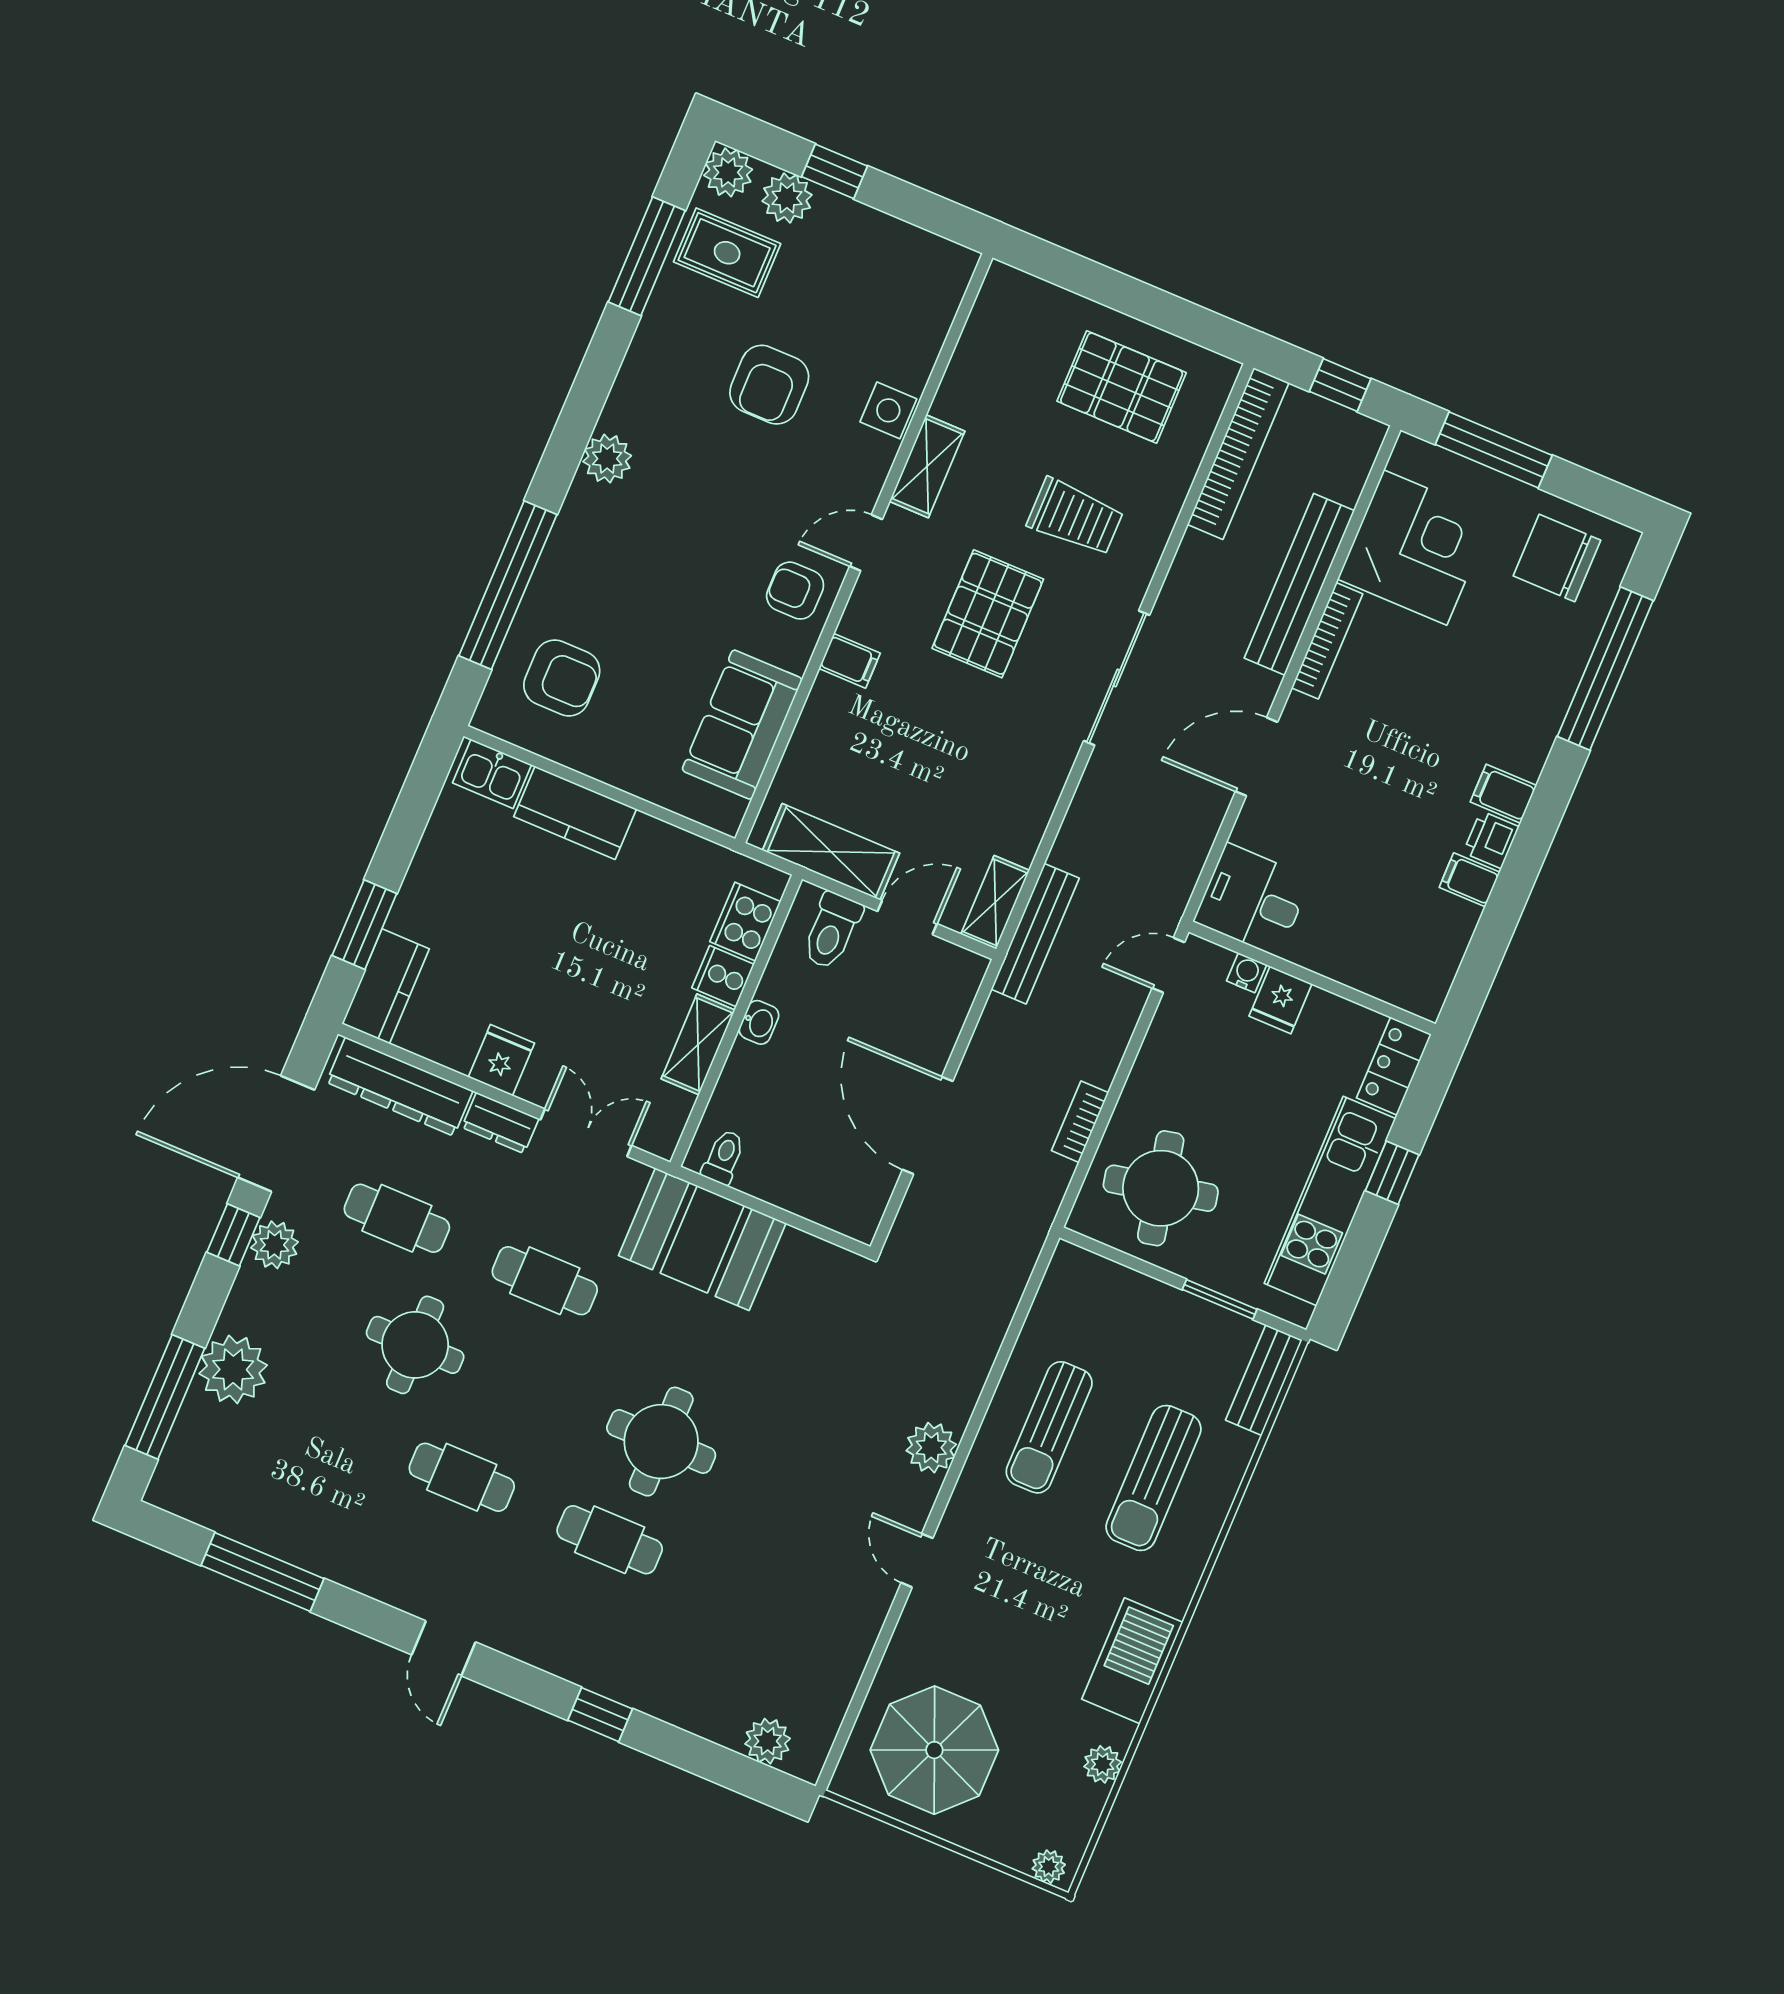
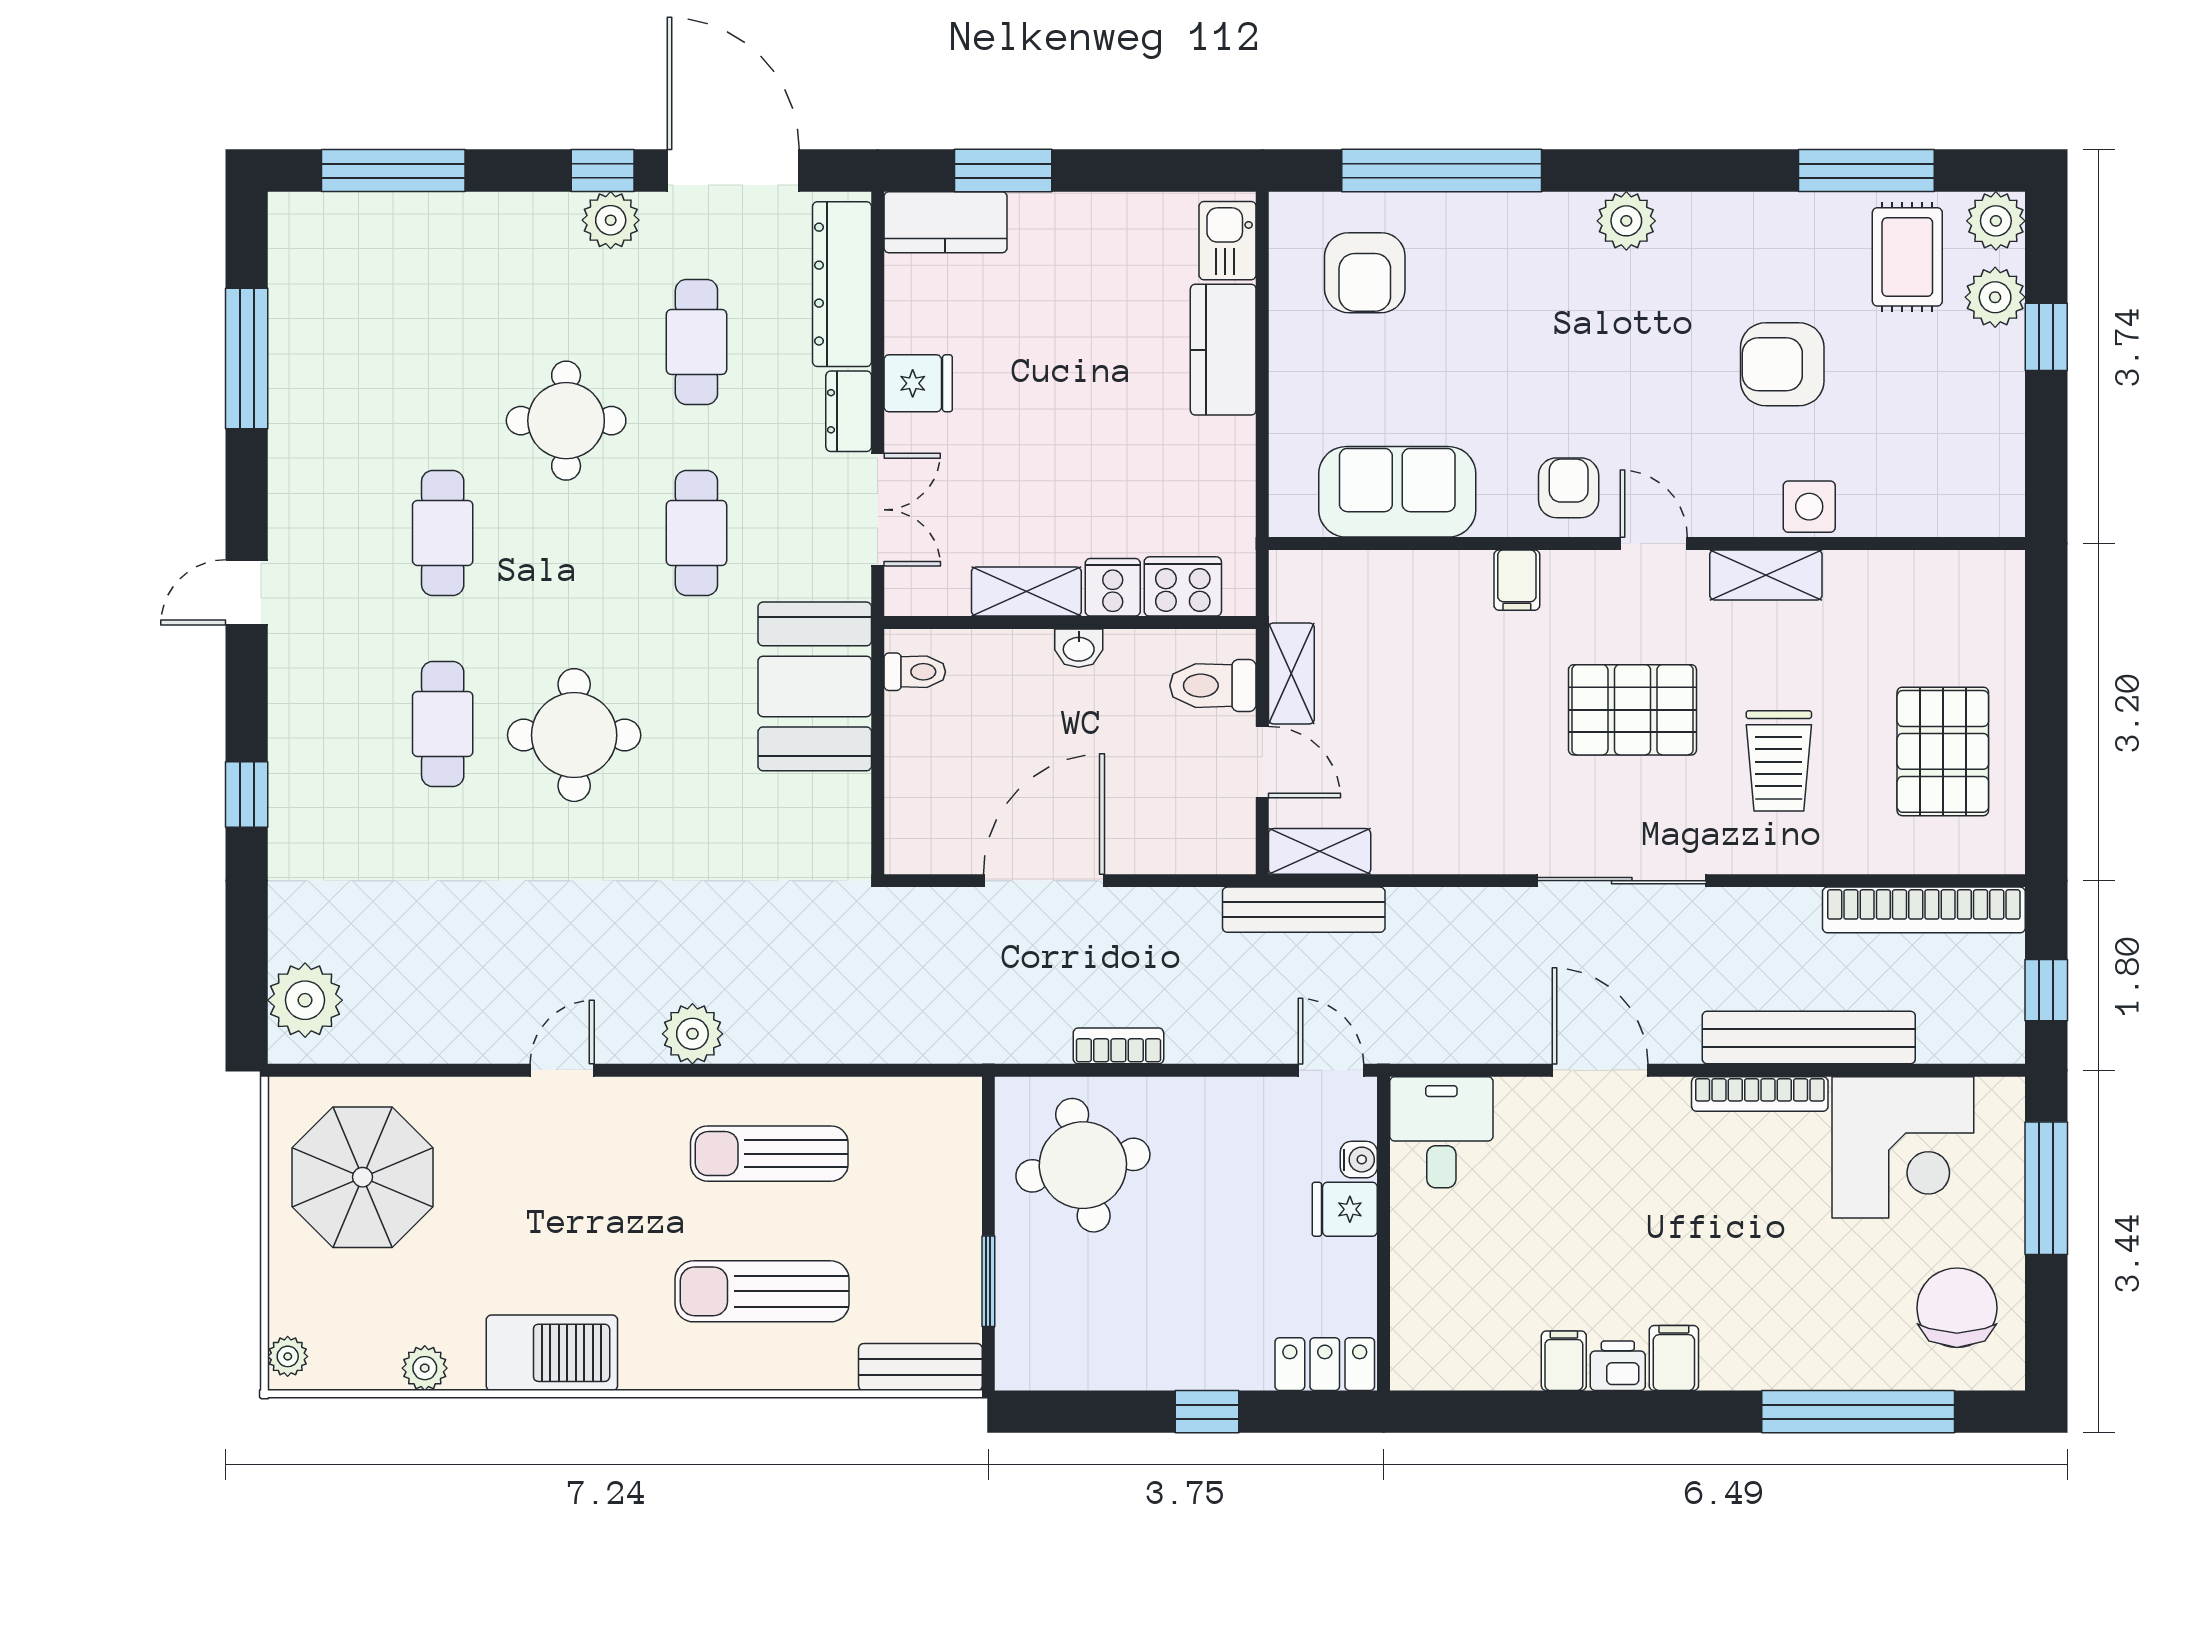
shelving: (831, 852) -> (1291, 673), width x0.67, depth x0.75
kitchen unit: (1330, 1201) -> (1147, 1357), removed
plant: (233, 1369) -> (455, 233), removed
plant: (768, 1741) -> (305, 1000), width x1.36, depth x1.36

